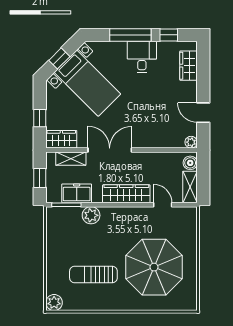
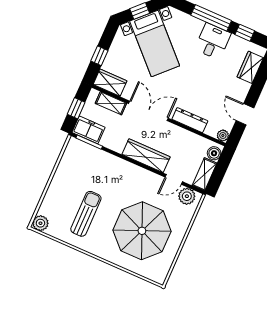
dresser: (153, 141) -> (190, 120), added
freezer: (77, 193) -> (89, 130), moved
door: (163, 205) -> (174, 179), swing flipped
plant: (91, 215) -> (187, 196), moved
sun lounger: (93, 275) -> (86, 214), turned 90

